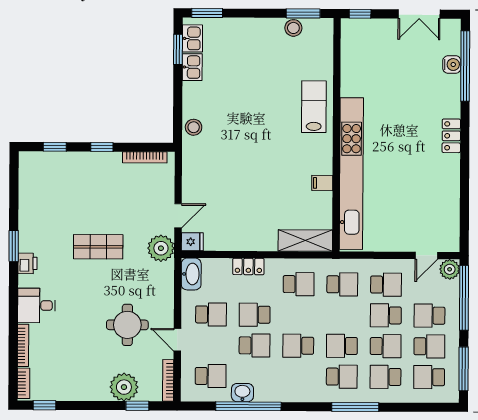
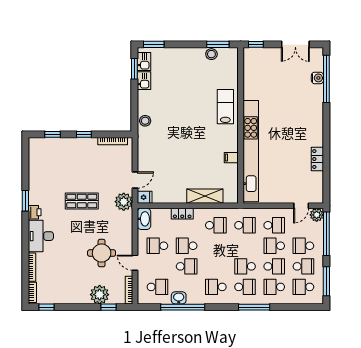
locker: (451, 136) -> (317, 159), moved
shelving: (305, 241) -> (205, 196), moved
desk: (36, 305) -> (41, 236), width x1.37
school desk: (211, 314) -> (157, 246), turned 180
school desk: (298, 346) -> (216, 287), moved

